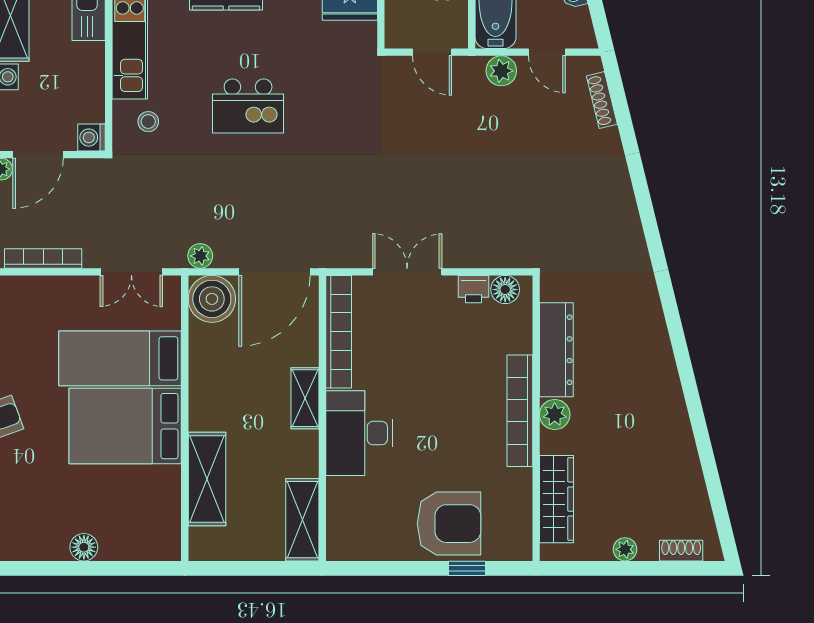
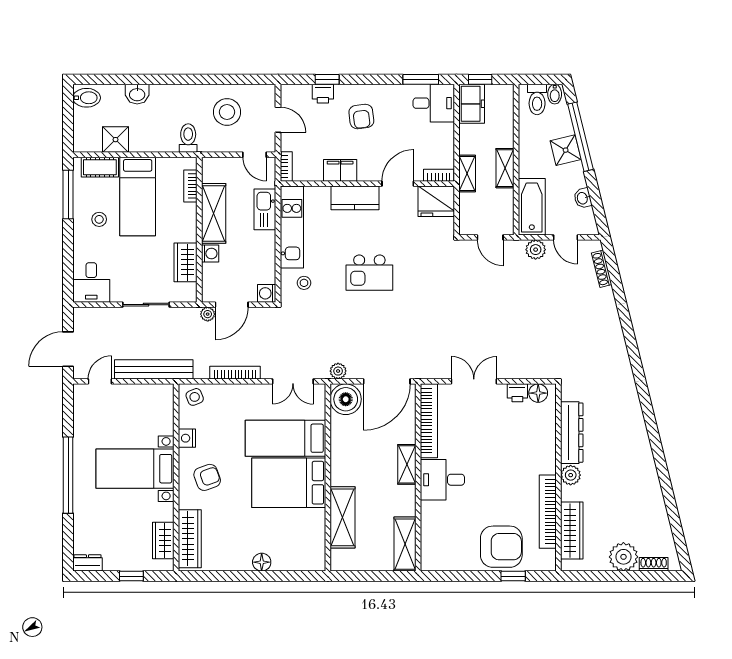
bookcase: (520, 411) -> (548, 512), moved
desk: (359, 433) -> (442, 480), width x0.73
plant: (625, 549) -> (623, 557), width x1.87, depth x1.87

